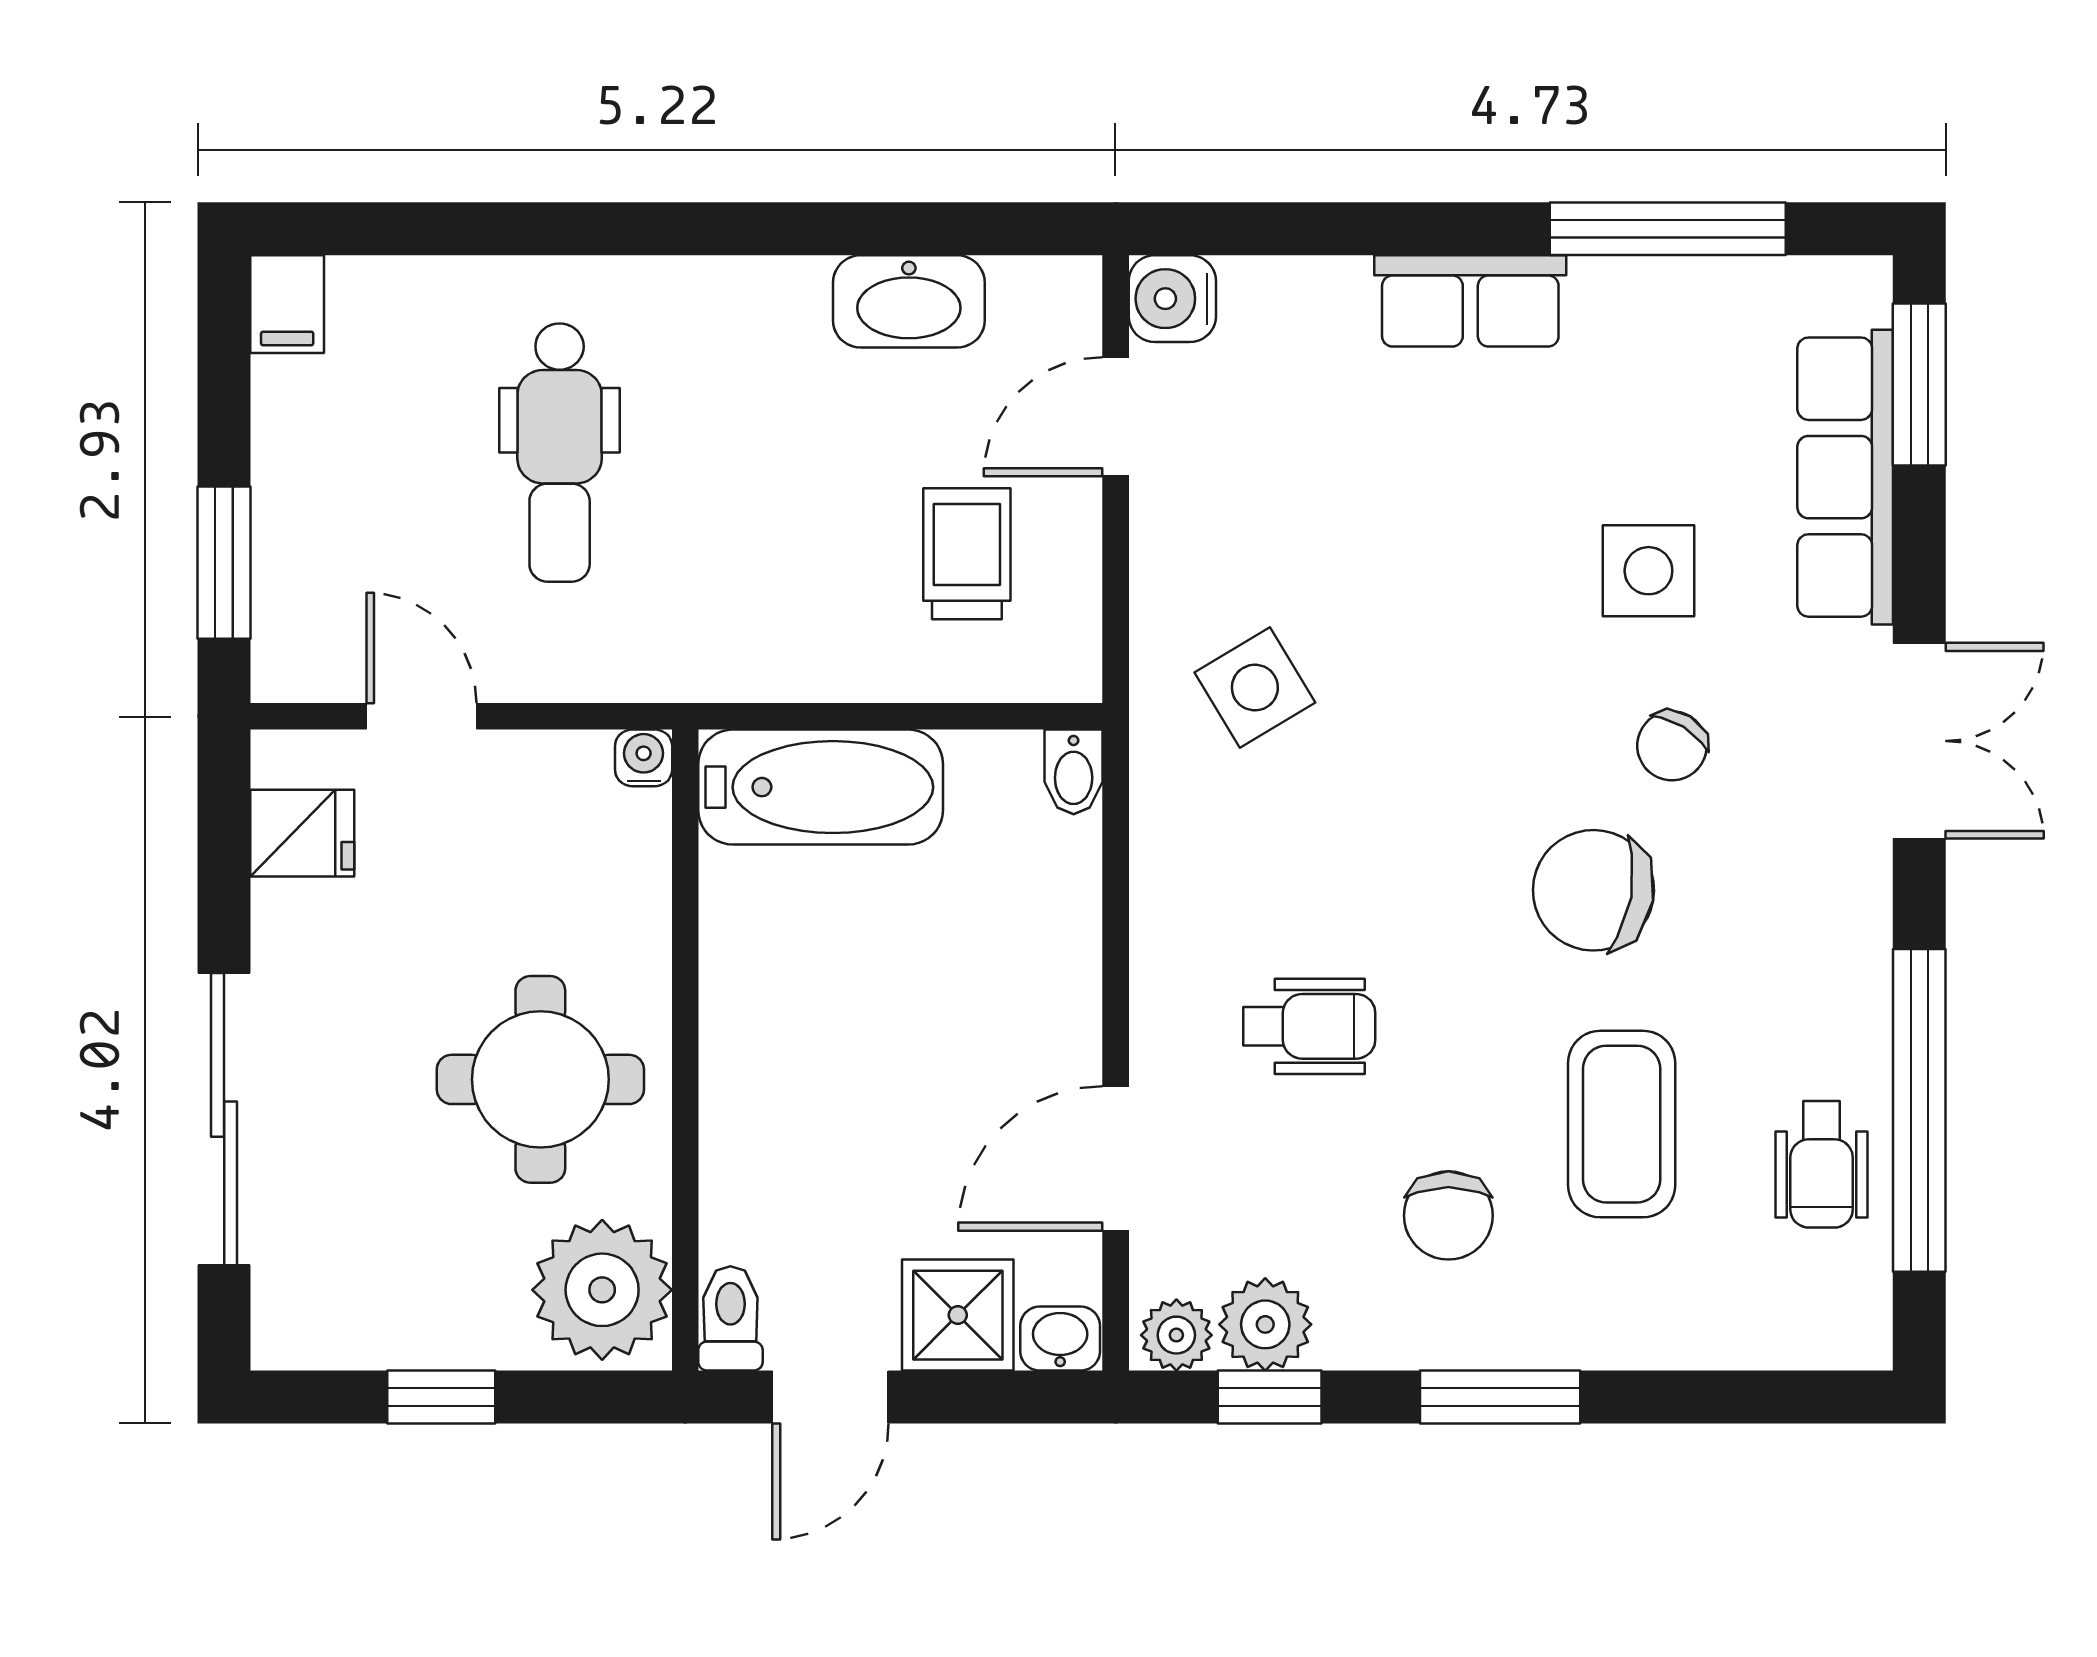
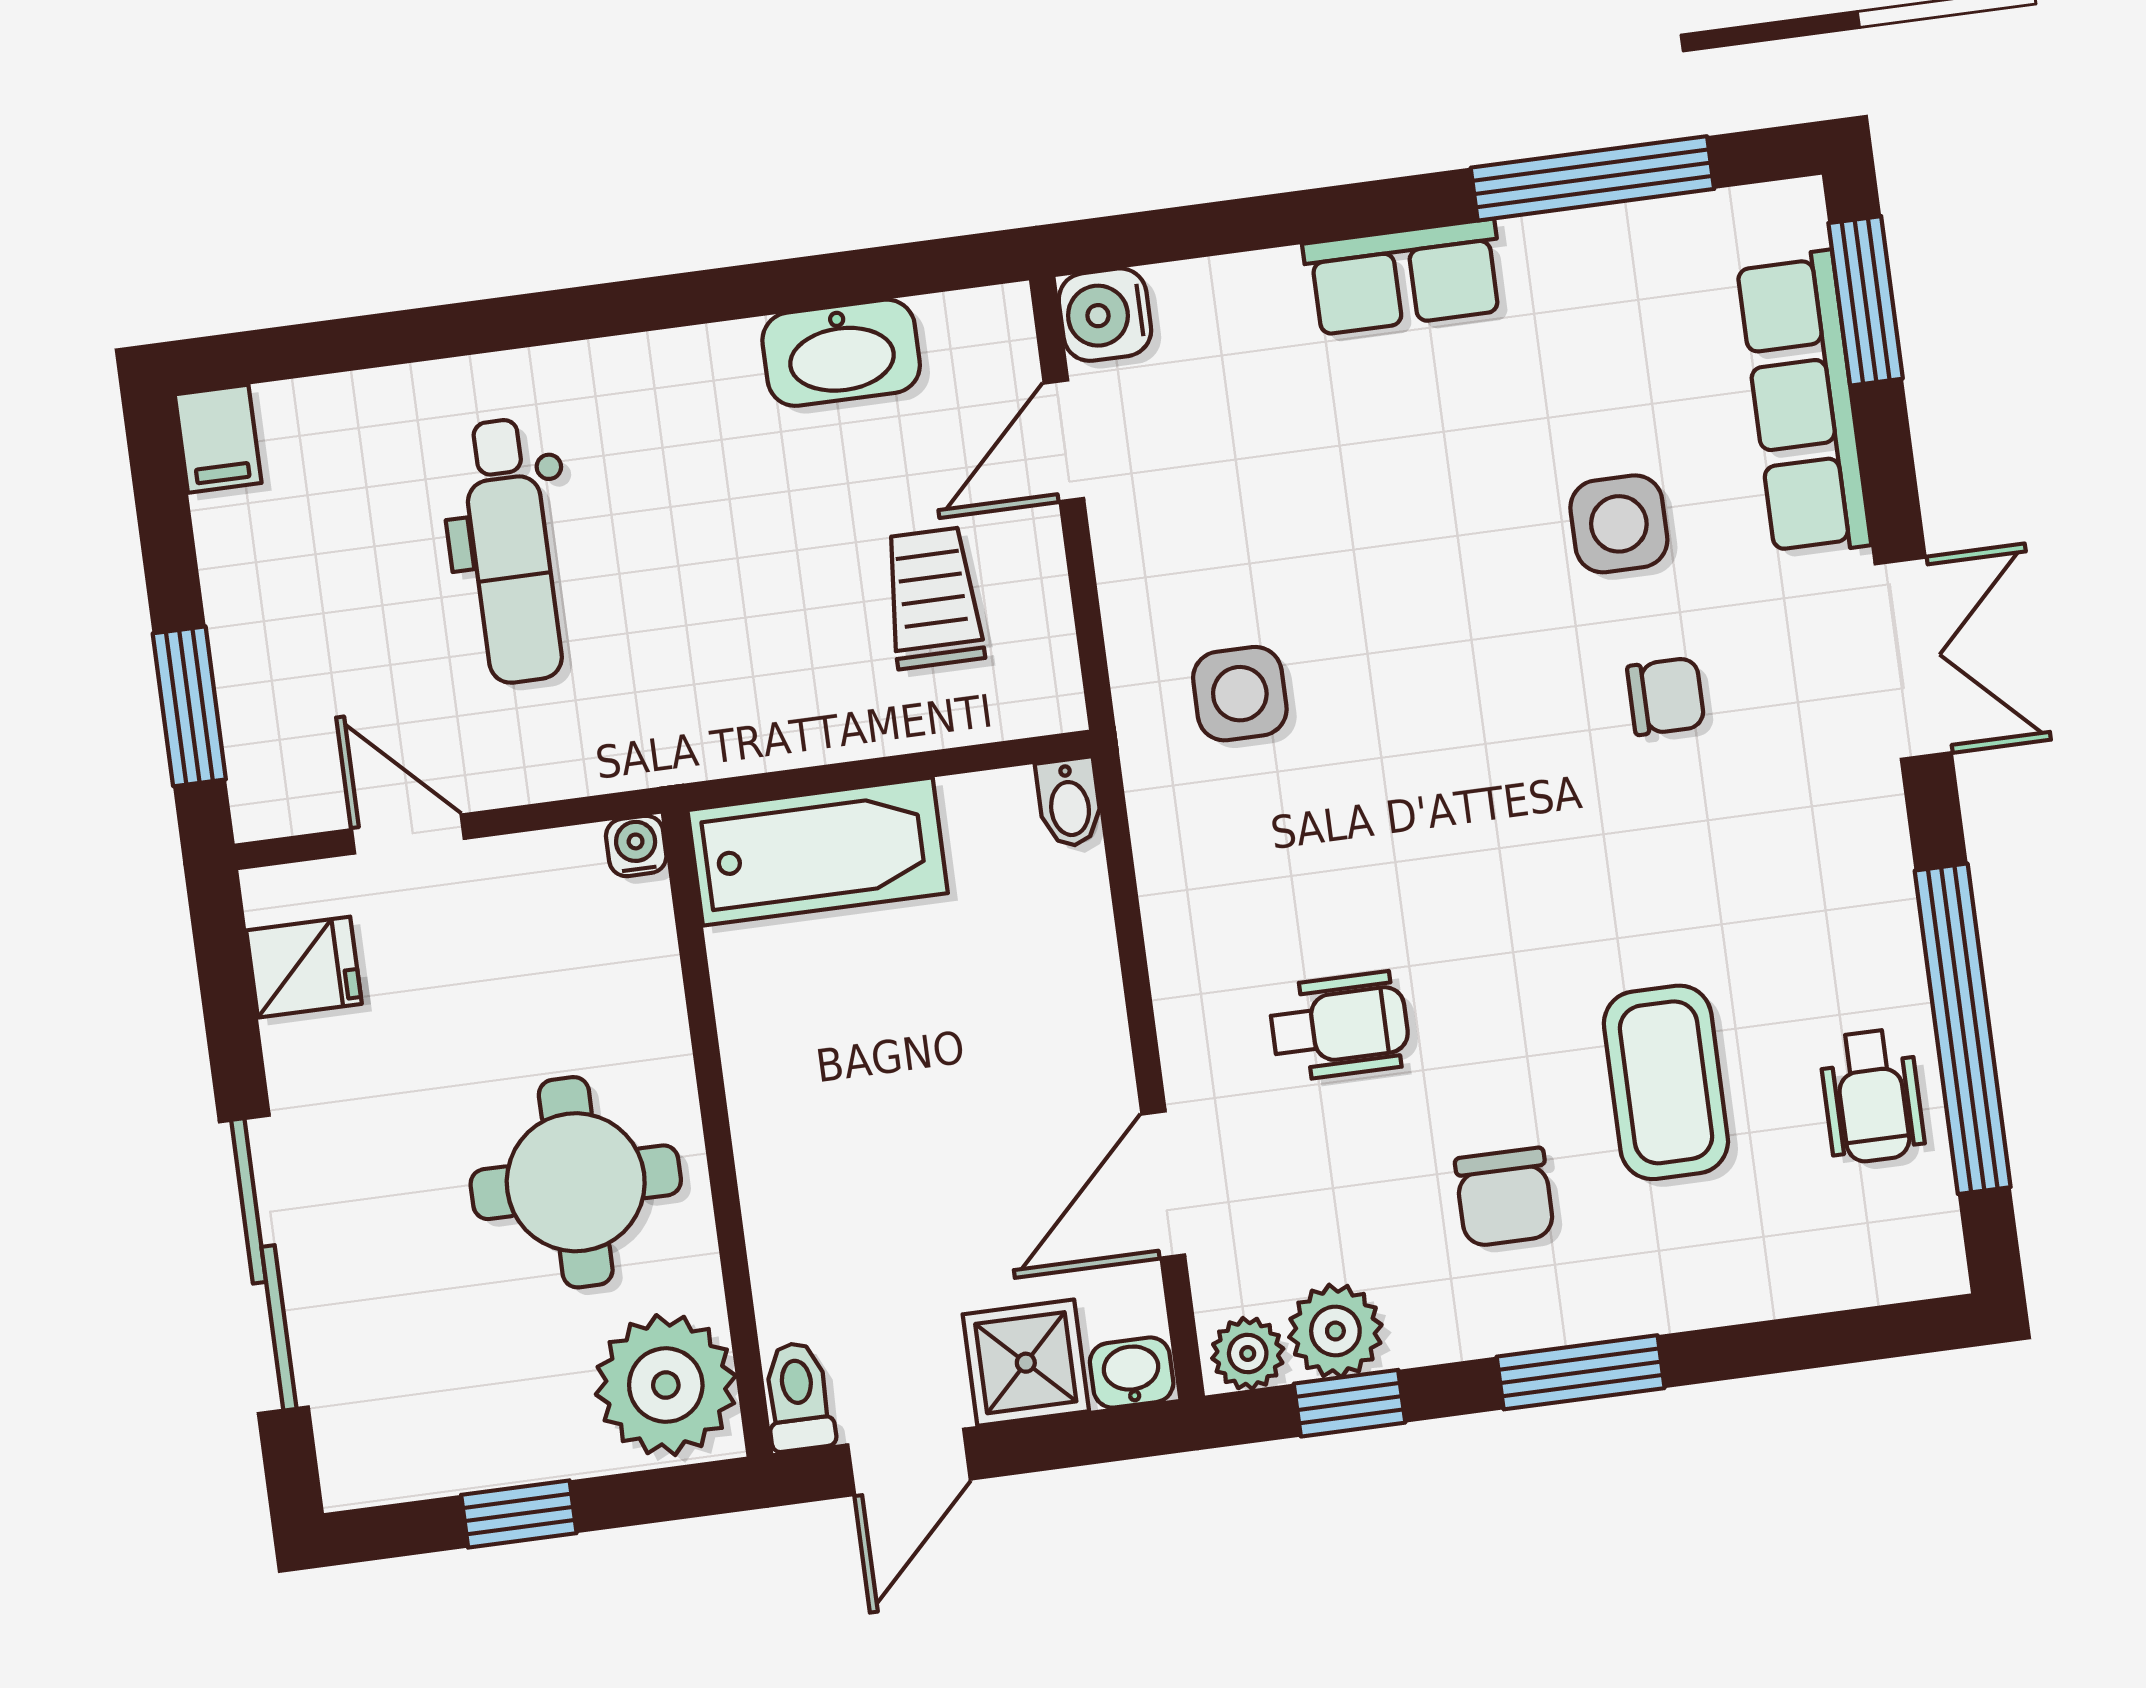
side table: (1255, 688) -> (1240, 694), turned 31
chair: (1672, 746) -> (1666, 696), turned -122
chair: (1593, 890) -> (1606, 852), removed

